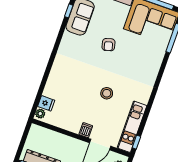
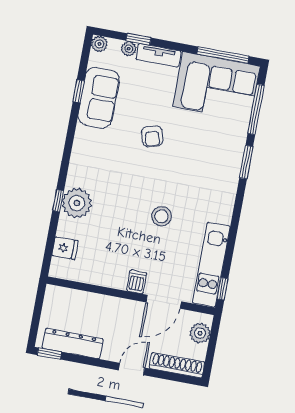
window: (162, 69) -> (246, 162), added
window: (46, 74) -> (58, 201), added
plant: (40, 114) -> (77, 203), moved, width x1.88, depth x1.88

